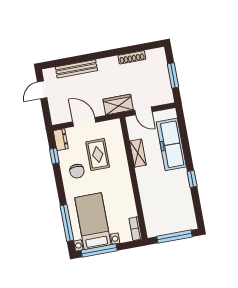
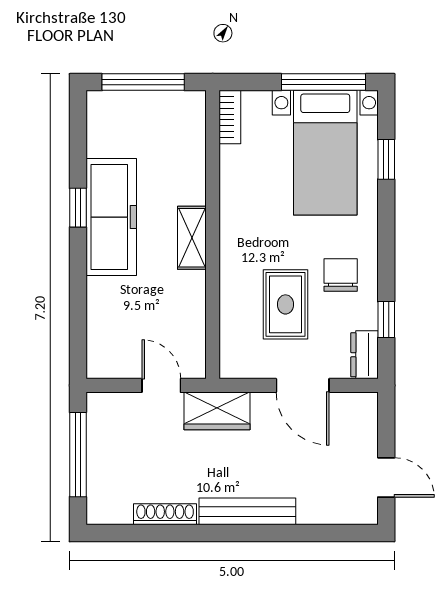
bench: (76, 69) -> (247, 511), moved
window: (173, 76) -> (78, 455), width x1.44
door: (42, 90) -> (386, 477), hinge flipped
freezer: (171, 144) -> (111, 217), moved
shelving: (138, 153) -> (192, 238), moved
window: (67, 223) -> (386, 159), width x0.46

